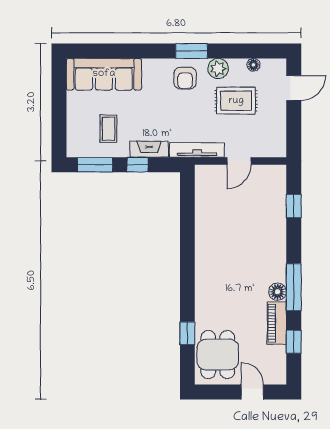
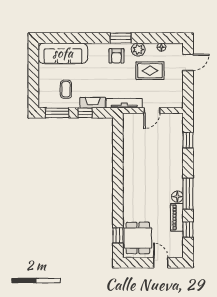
window: (187, 333) -> (118, 235), moved

